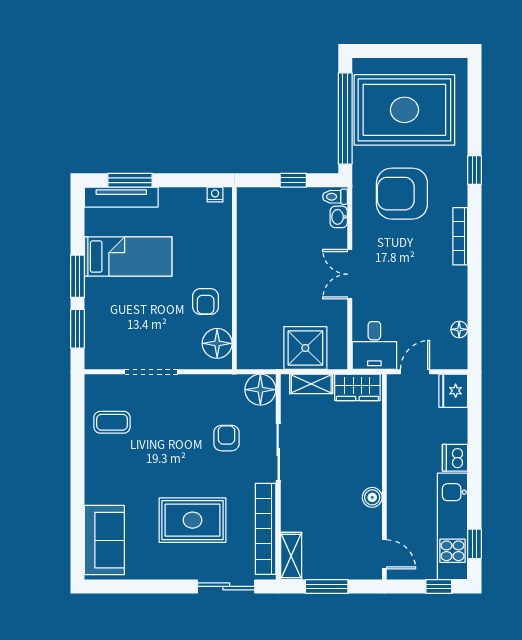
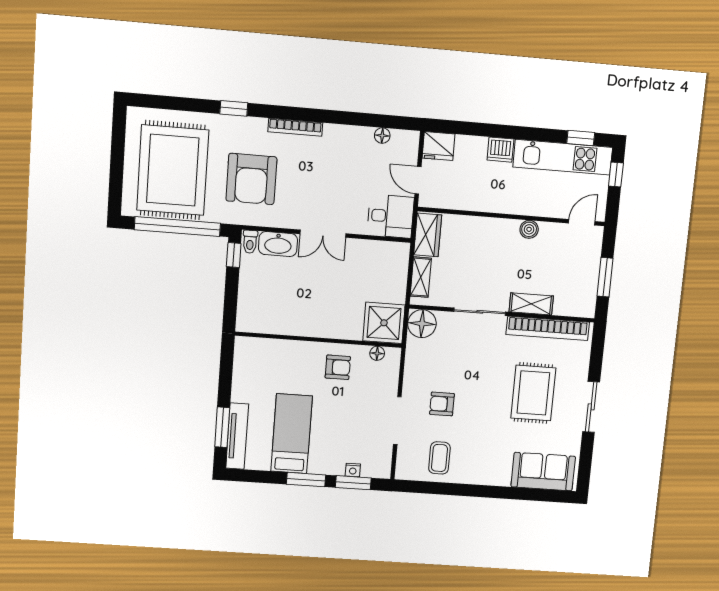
window: (293, 180) -> (234, 255), moved
nightstand: (215, 195) -> (353, 470), moved, turned -90
washbasin: (339, 217) -> (278, 244), width x1.91, depth x1.45
floor lamp: (217, 343) -> (377, 353), width x0.53, depth x0.53
shower: (305, 348) -> (384, 323), moved
armchair: (226, 438) -> (442, 404), moved
shelving: (291, 556) -> (531, 304), moved
sliding door: (226, 586) -> (591, 407), moved

